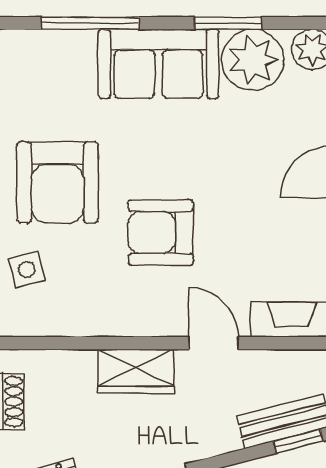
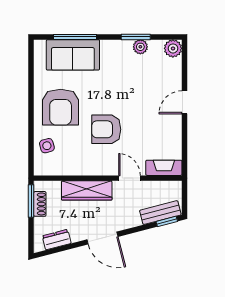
plant: (253, 60) -> (140, 47), width x0.53, depth x0.53
sofa: (159, 64) -> (73, 55), moved
wardrobe: (136, 371) -> (87, 190), width x1.50

